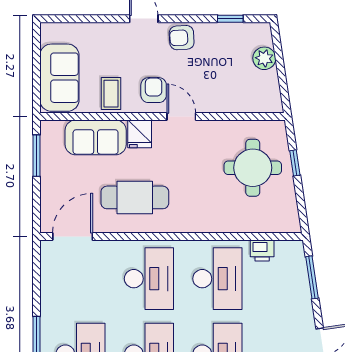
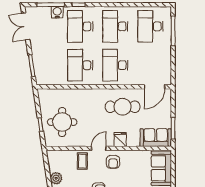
coffee table: (111, 94) -> (82, 161), moved
door: (181, 116) -> (99, 148), swing flipped
sofa: (96, 137) -> (156, 138), moved
printer: (262, 250) -> (57, 80), removed

